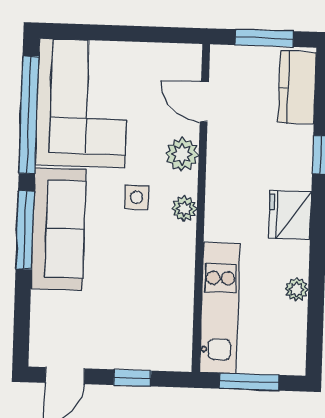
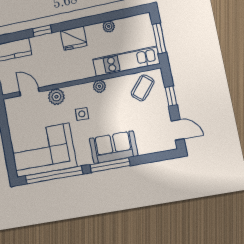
door: (204, 102) -> (29, 92), swing flipped
plant: (184, 209) -> (99, 86), moved
sofa: (59, 229) -> (114, 147), width x0.73
coffee table: (161, 328) -> (143, 88), added

